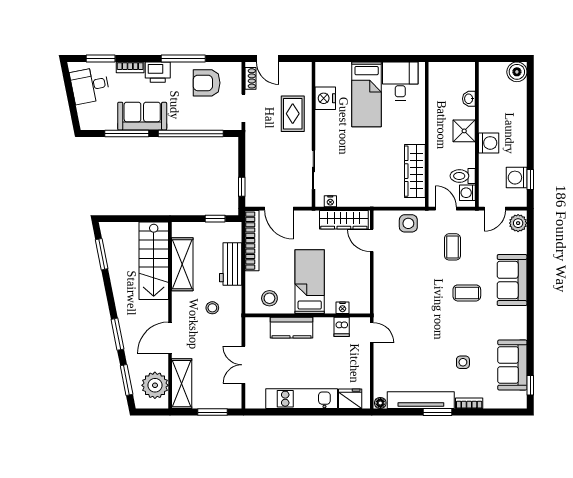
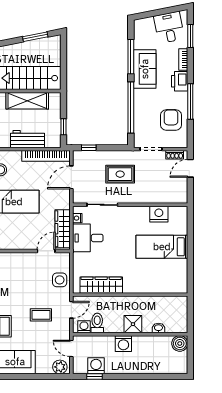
boiler: (517, 72) -> (180, 343), moved
desk: (400, 81) -> (88, 238), moved, turned 180
rug: (293, 114) -> (120, 174), moved

